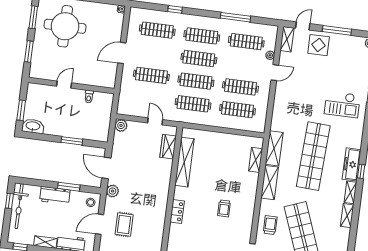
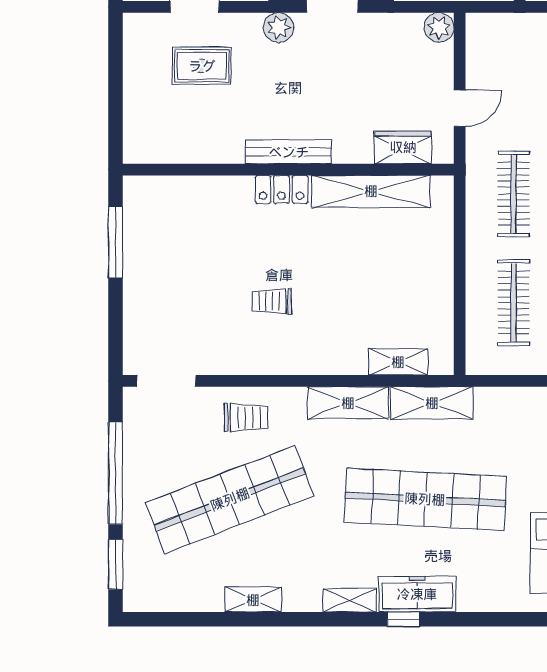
bench: (164, 194) -> (289, 152), added
locker: (177, 211) -> (282, 189), moved
shelving: (347, 216) -> (253, 600), moved

